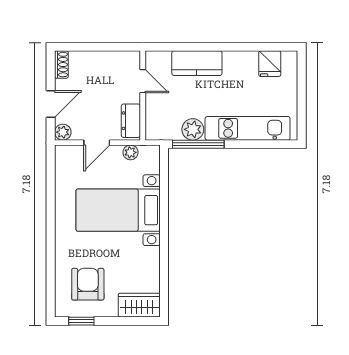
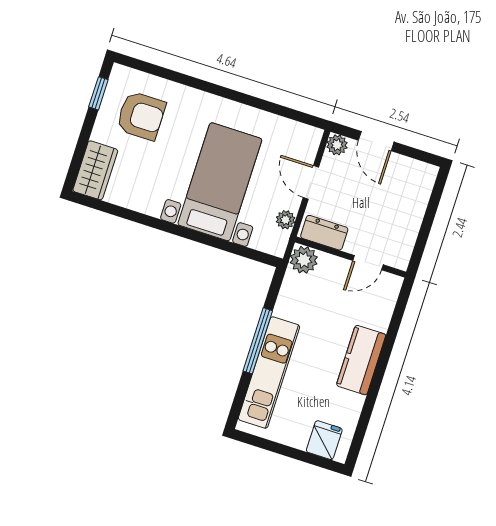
kitchen counter: (197, 63) -> (361, 360), moved
fridge: (270, 64) -> (324, 440), moved, turned 90
shoe rack: (61, 65) -> (420, 170), removed
plant: (193, 129) -> (304, 260), moved
window: (198, 144) -> (258, 341), moved

